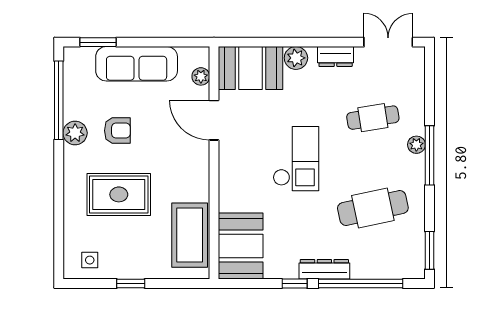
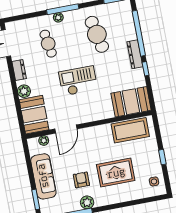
rug: (119, 194) -> (116, 173), turned 90

